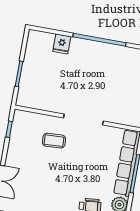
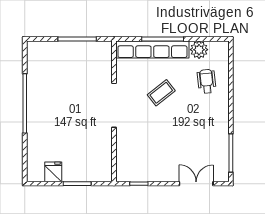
fridge: (62, 44) -> (53, 172), moved, turned -90
coffee table: (54, 141) -> (161, 93), moved, turned 55

